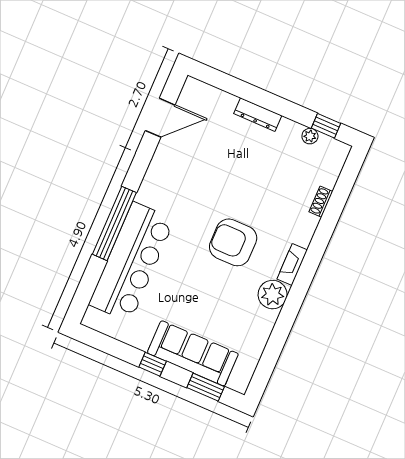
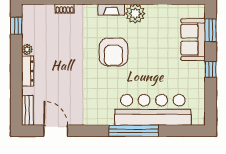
bench: (205, 91) -> (27, 110), added
plant: (310, 136) -> (27, 49), moved
sofa: (193, 353) -> (193, 40), width x0.73

